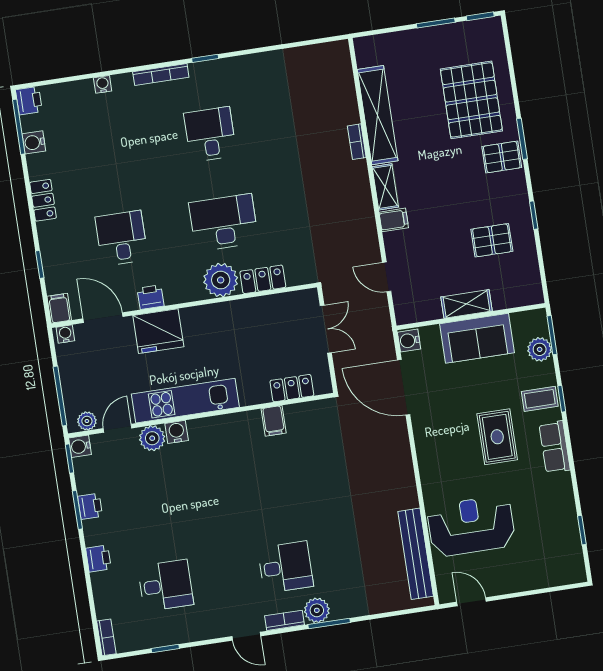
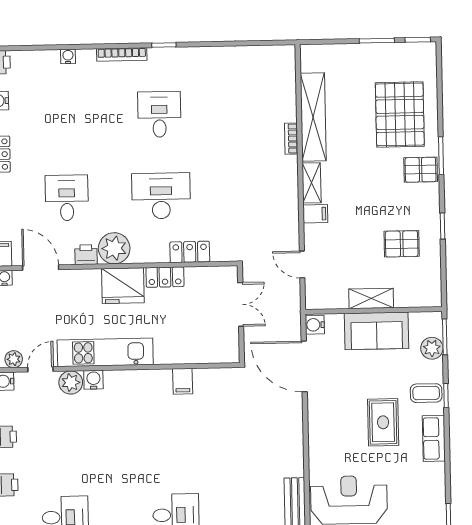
plant: (221, 280) -> (114, 248), moved
fridge: (158, 331) -> (123, 286), moved
locker: (292, 388) -> (165, 277), moved, turned 180

